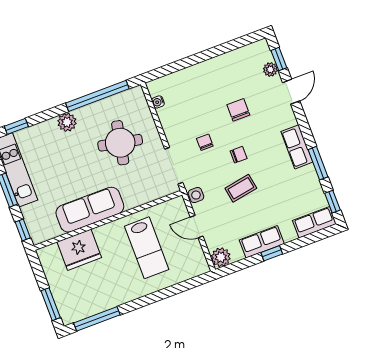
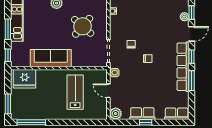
chair: (238, 110) -> (157, 33), removed
round table: (120, 143) -> (83, 26), turned 30
row of seats: (297, 147) -> (183, 67), width x2.02
coffee table: (241, 188) -> (142, 78), removed
window: (332, 202) -> (191, 57), moved
lab bench: (147, 248) -> (75, 92), turned 180
fridge: (79, 250) -> (25, 79), moved

